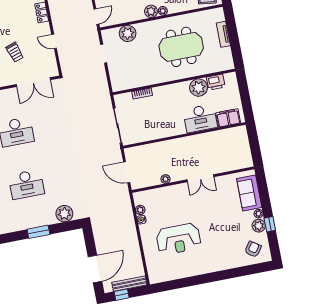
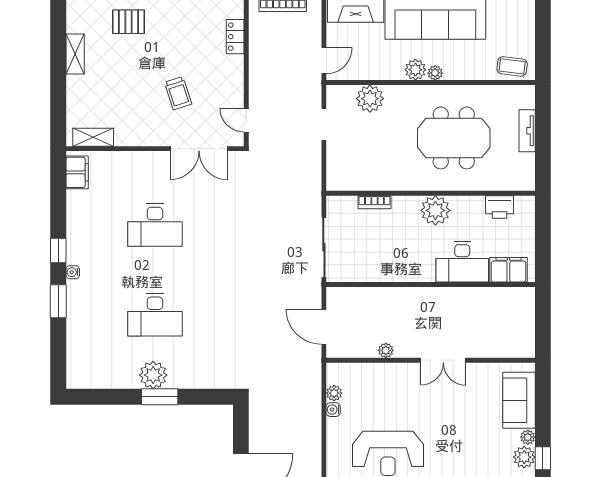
door: (54, 41) -> (246, 120), moved
plant: (199, 88) -> (435, 210), moved
plant: (64, 214) -> (153, 375), moved

